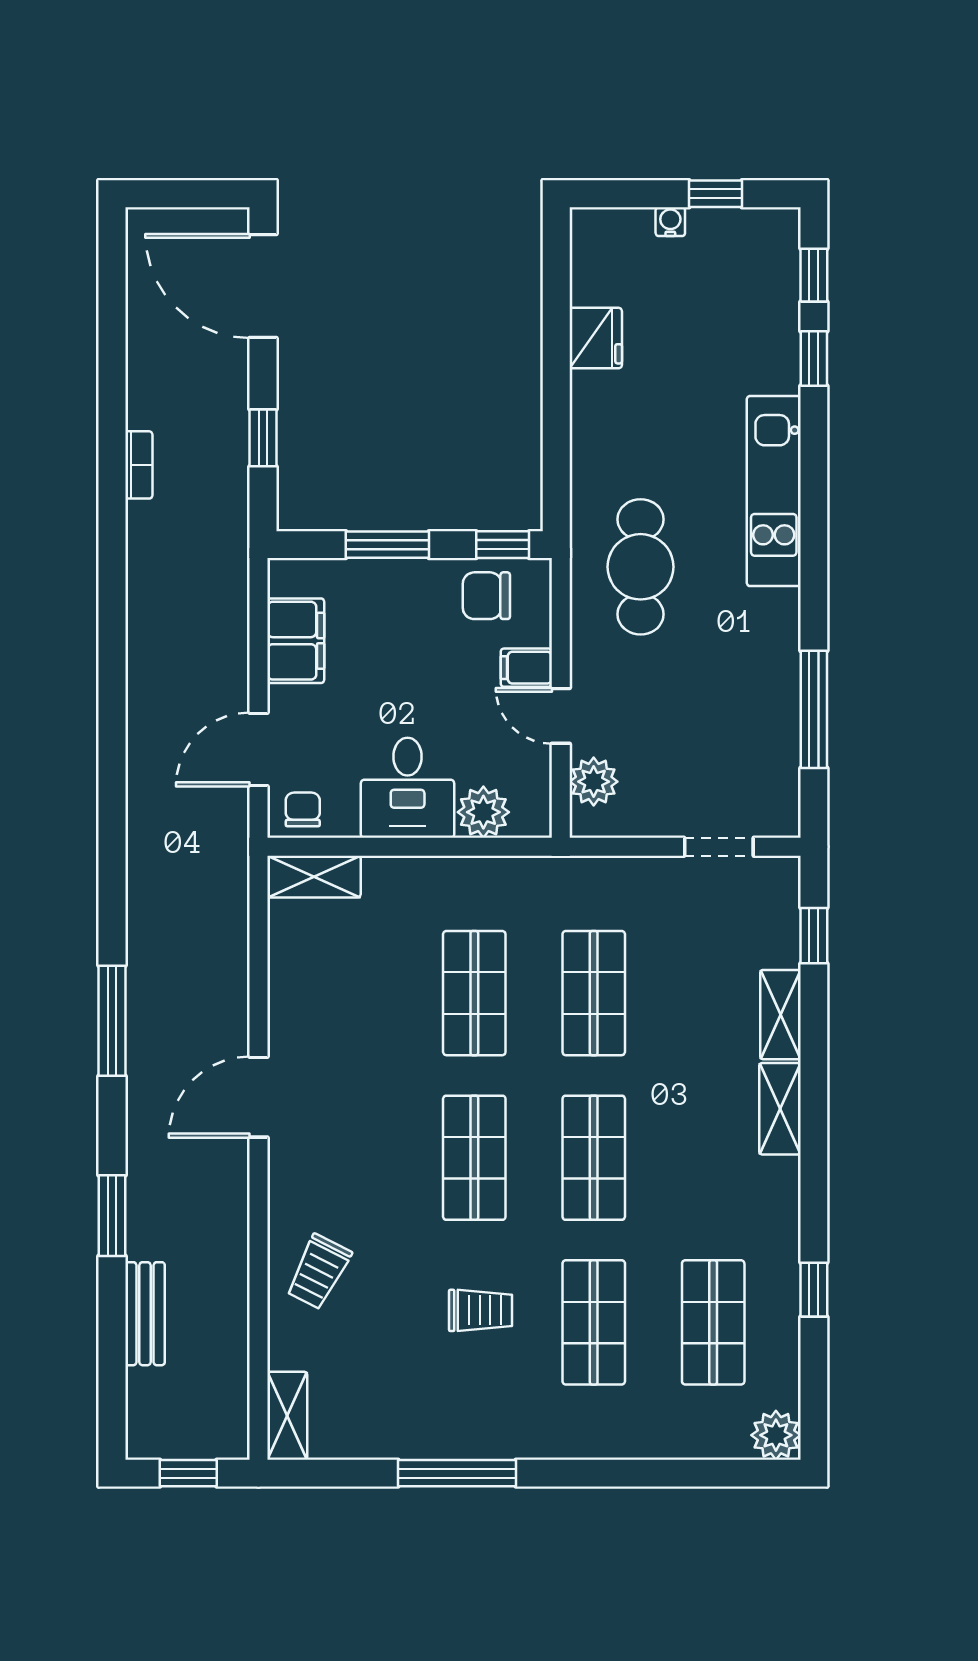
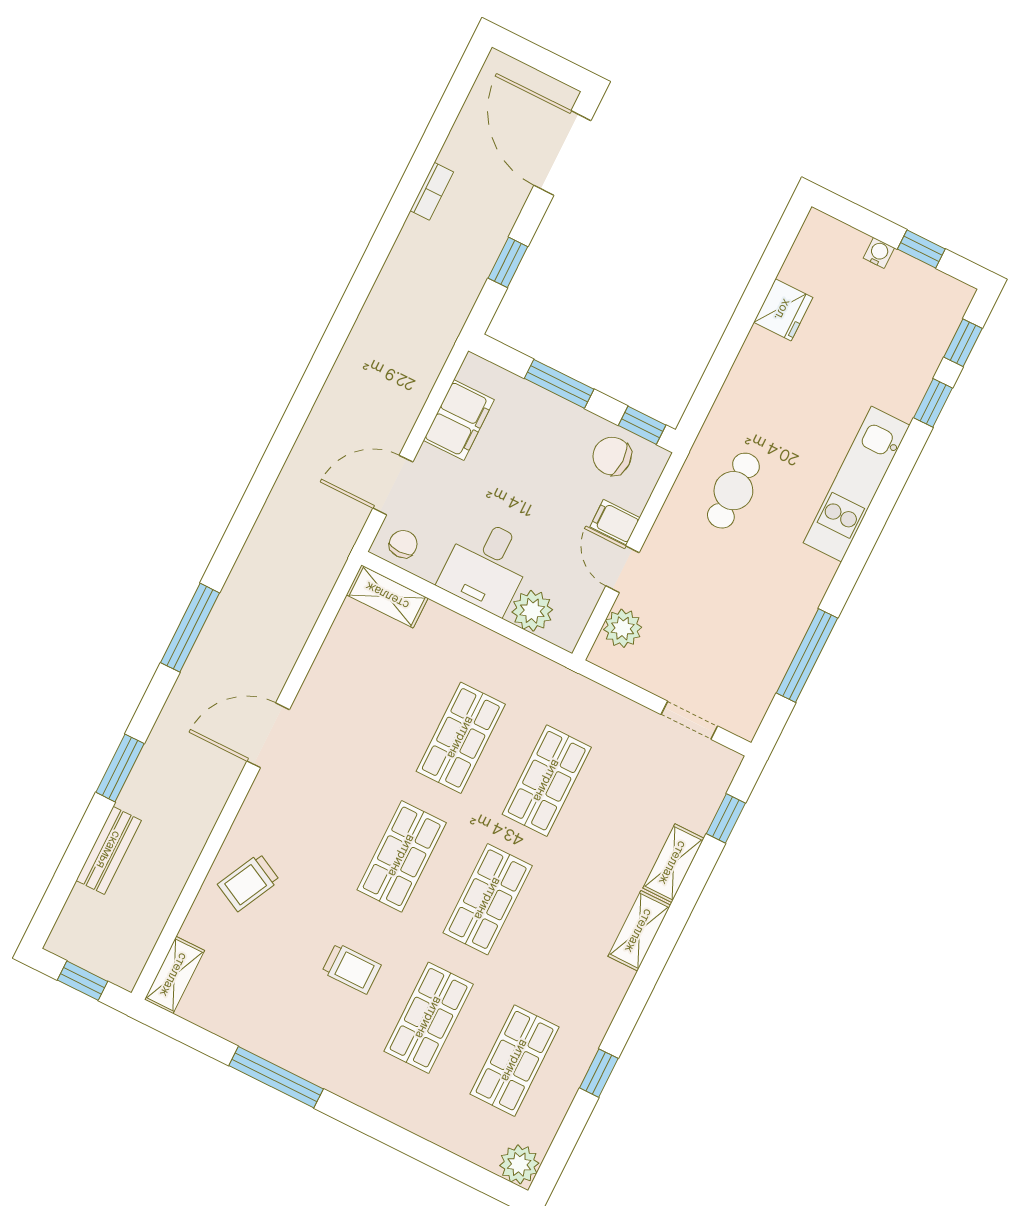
bookcase: (139, 465) -> (432, 191), moved
cafe table: (641, 567) -> (733, 491), width x0.73, depth x0.74

